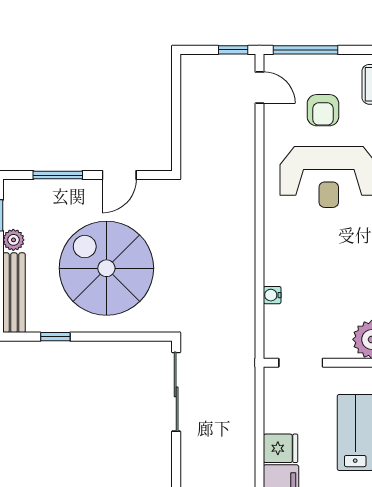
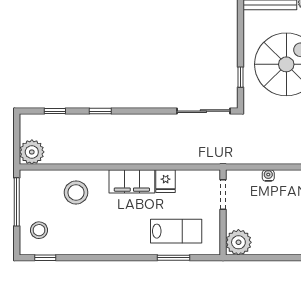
window: (55, 337) -> (240, 77), moved

